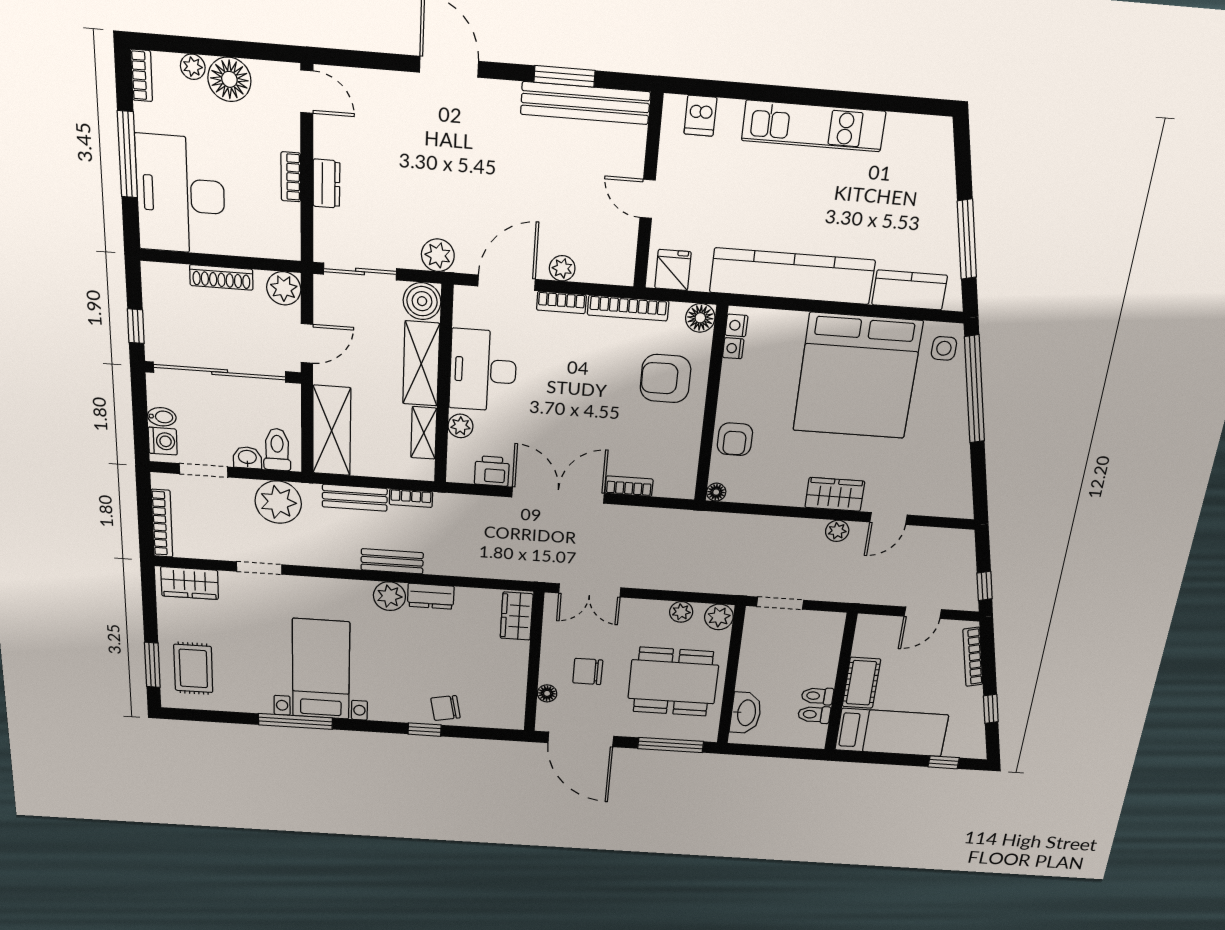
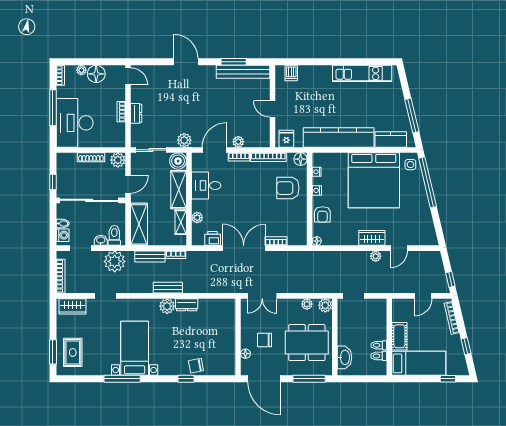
kitchen unit: (813, 126) -> (362, 73), moved
nightstand: (737, 325) -> (317, 190), moved
desk: (483, 370) -> (206, 186), width x0.73
wardrobe: (517, 616) -> (228, 312), removed

